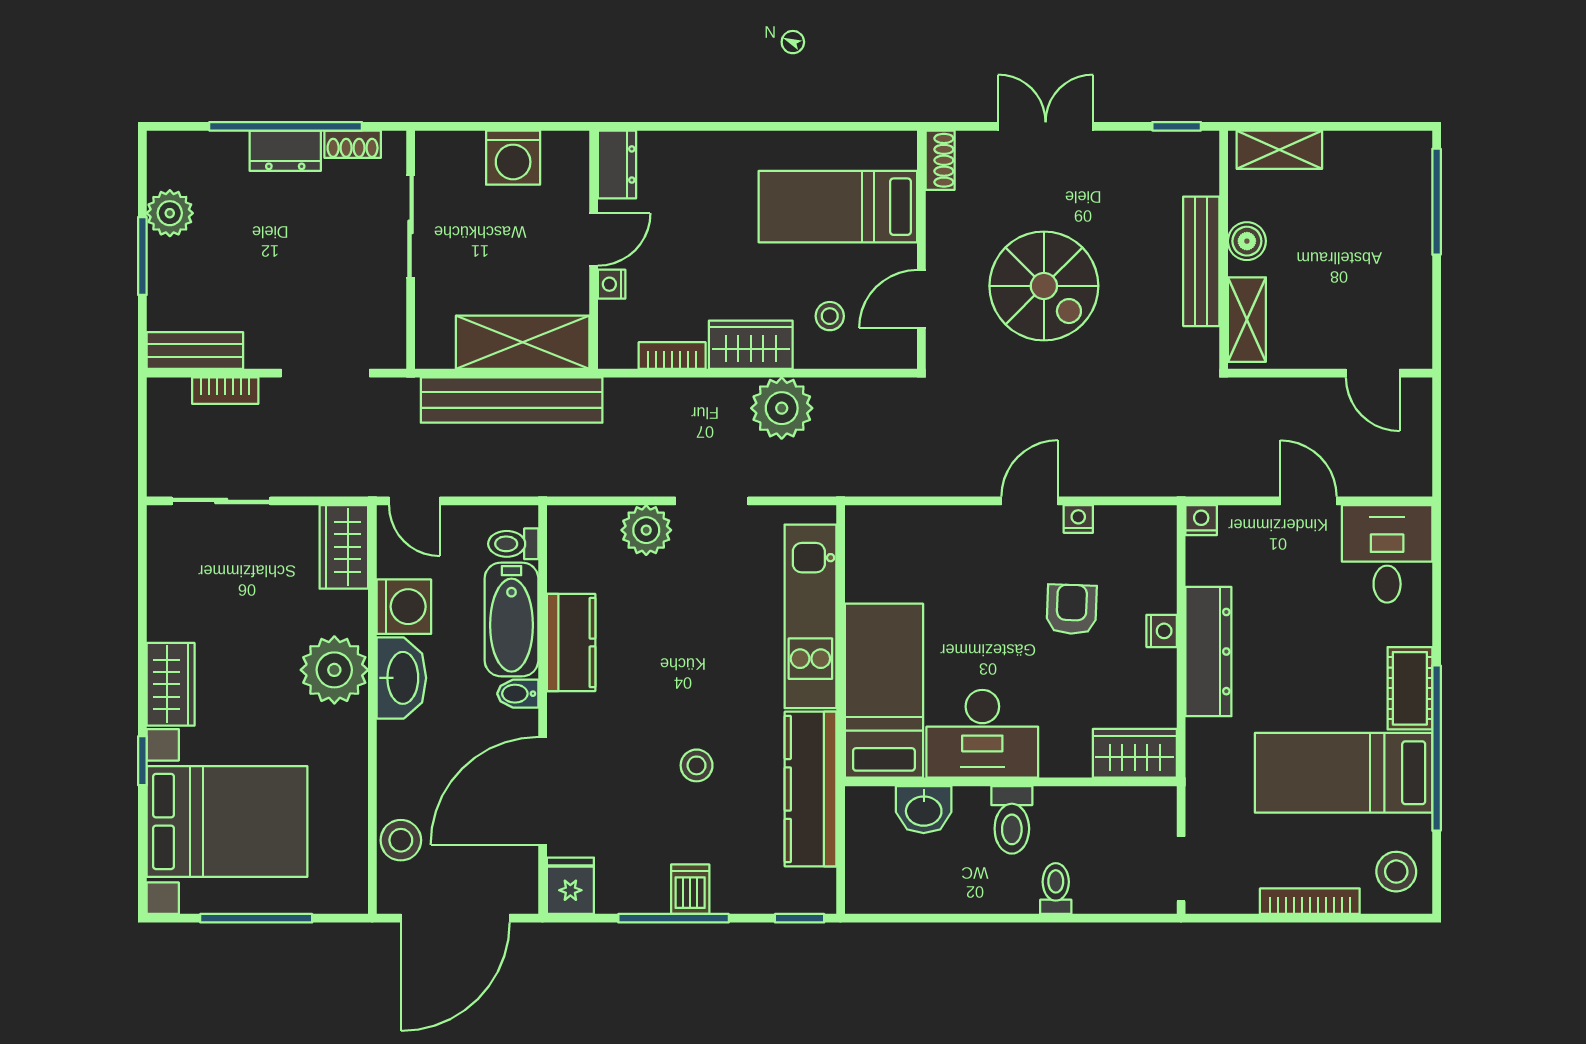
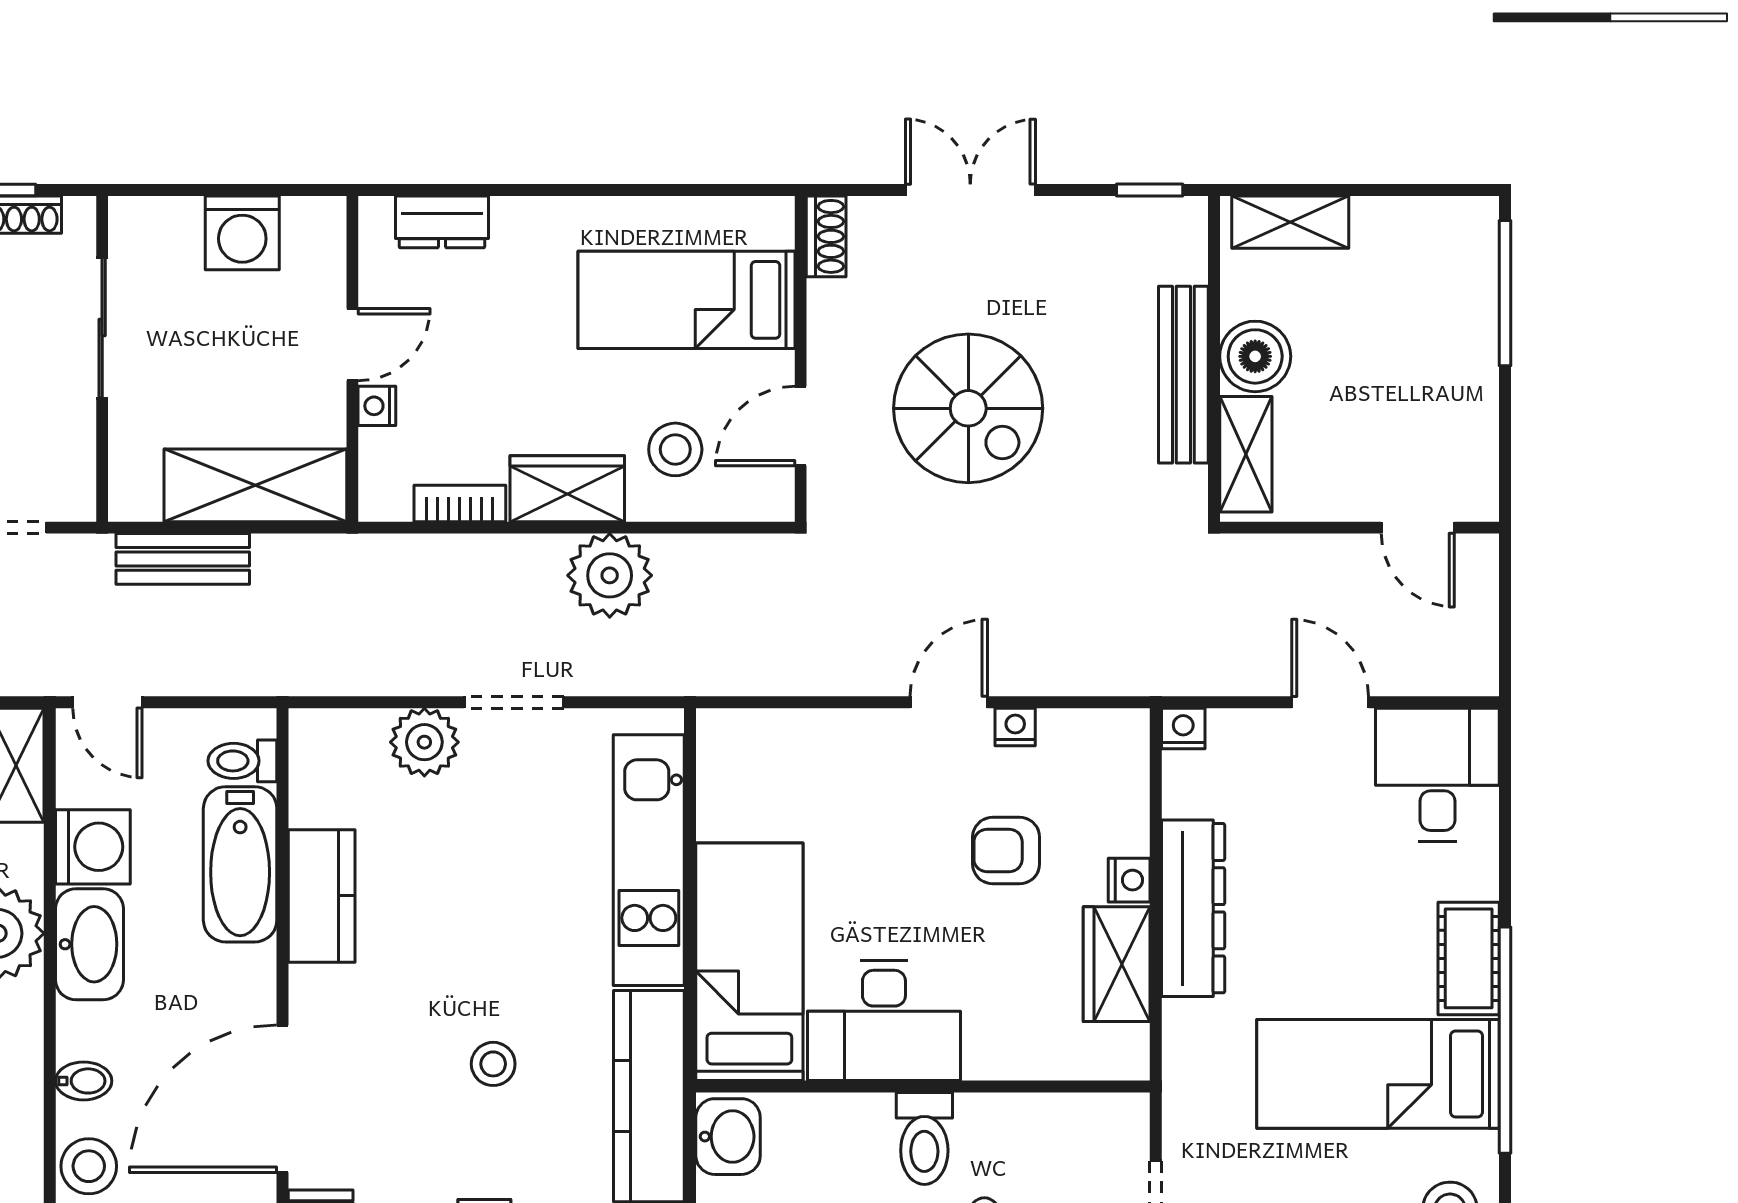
dresser: (617, 164) -> (442, 222), moved, turned 90
boiler: (1247, 241) -> (1255, 356), width x1.36, depth x1.36
stool: (830, 316) -> (675, 449), width x1.37, depth x1.37
bench: (512, 400) -> (183, 559), width x0.54, depth x0.82
armchair: (1072, 609) -> (1006, 851), turned -92
bidet: (518, 694) -> (84, 1081), moved, turned 180
wardrobe: (1135, 753) -> (1117, 964), moved, turned -90
washbasin: (924, 810) -> (728, 1137), moved, turned -90

